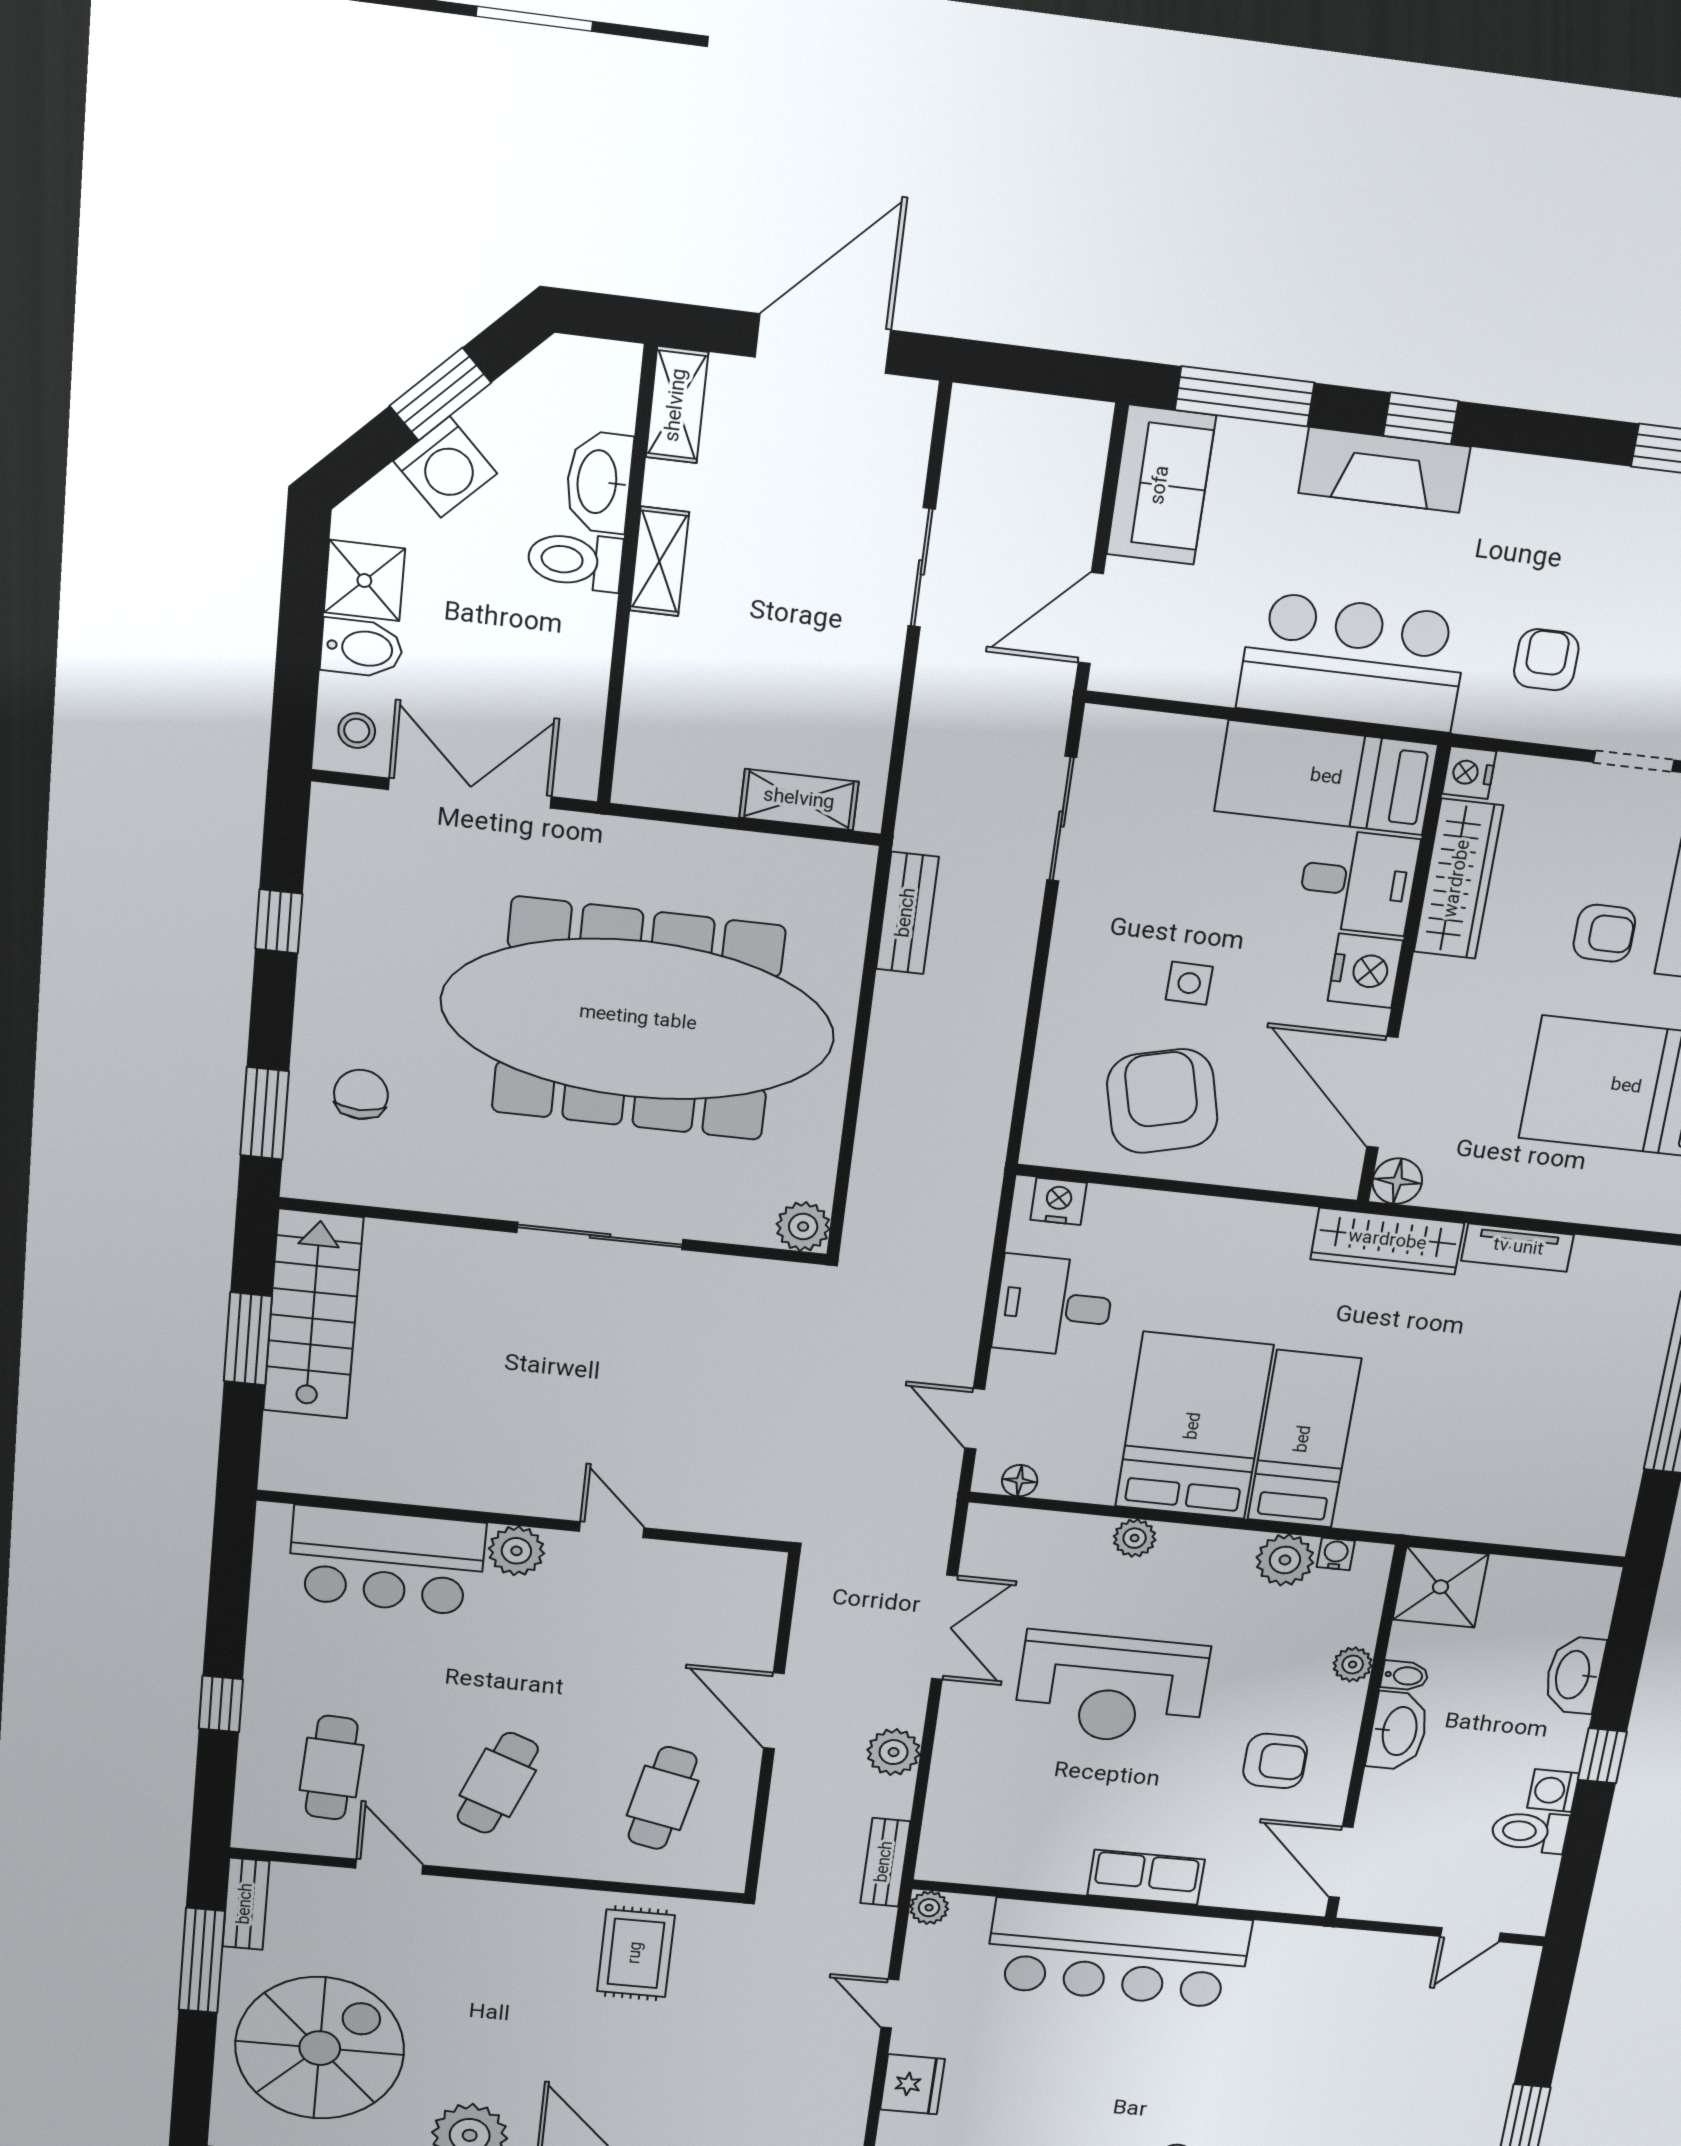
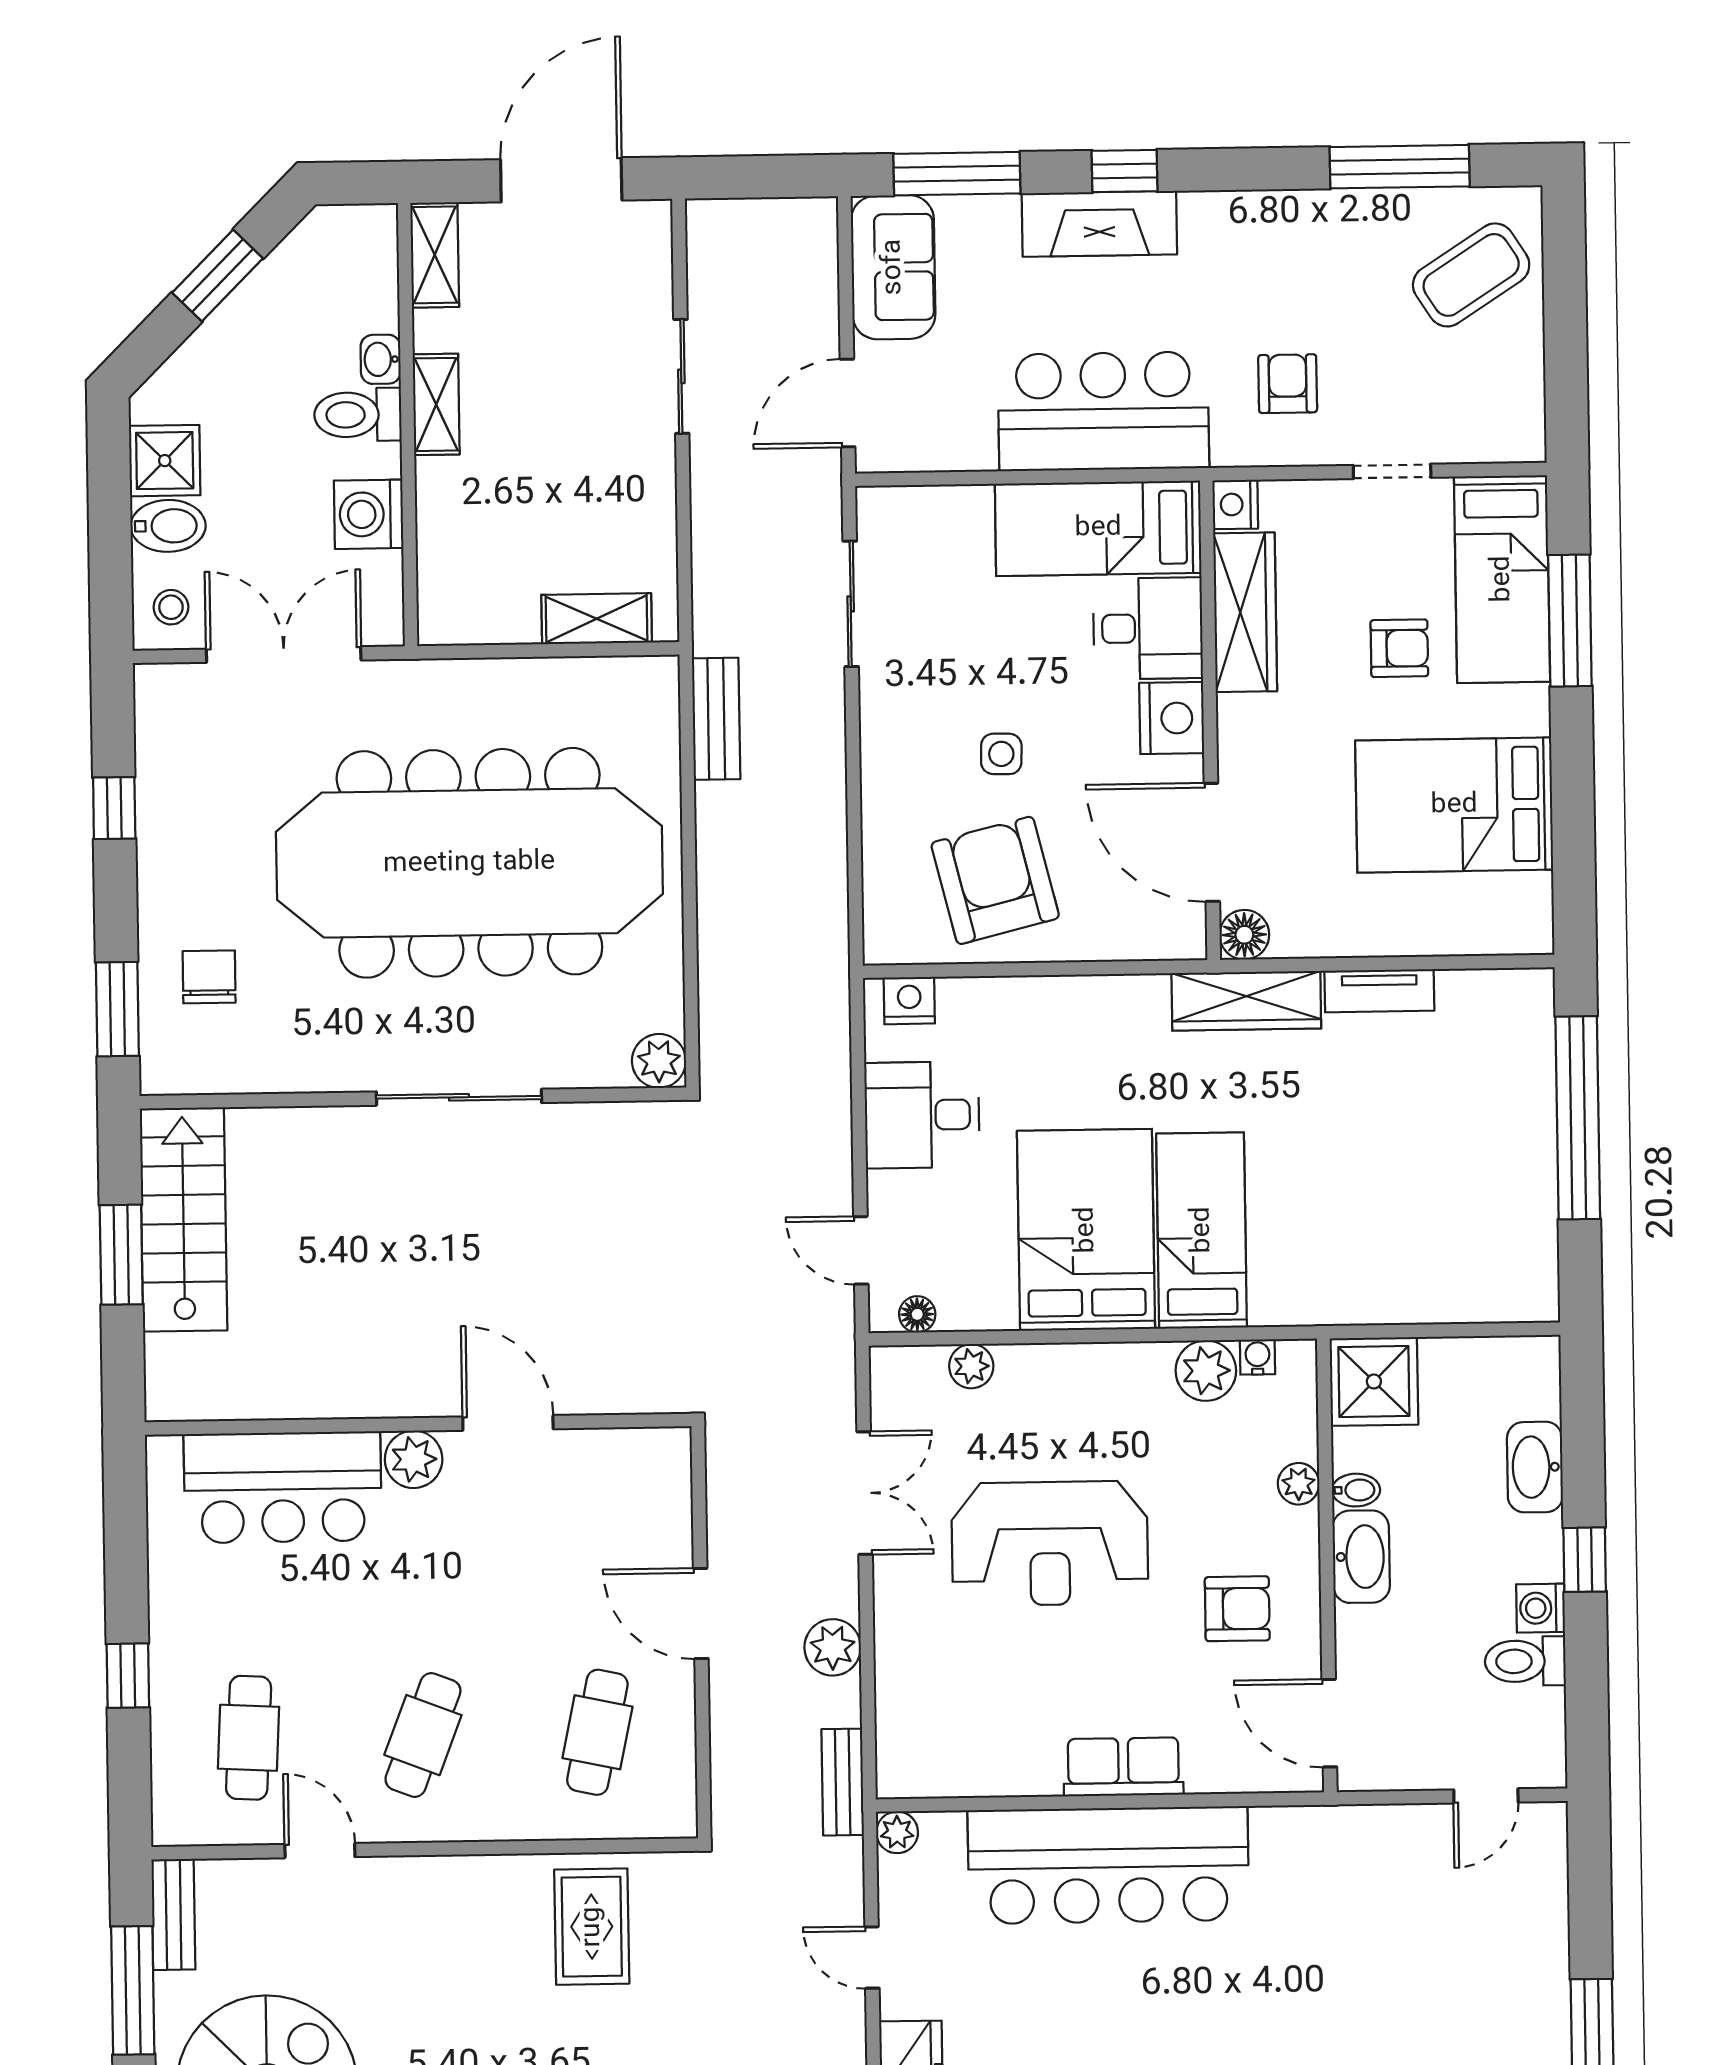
washing machine: (445, 467) -> (369, 514), moved, turned 135
washbasin: (599, 482) -> (381, 359), width x0.52, depth x0.69
door: (612, 1530) -> (508, 1423), width x1.38
plant: (1135, 1538) -> (971, 1366), moved

